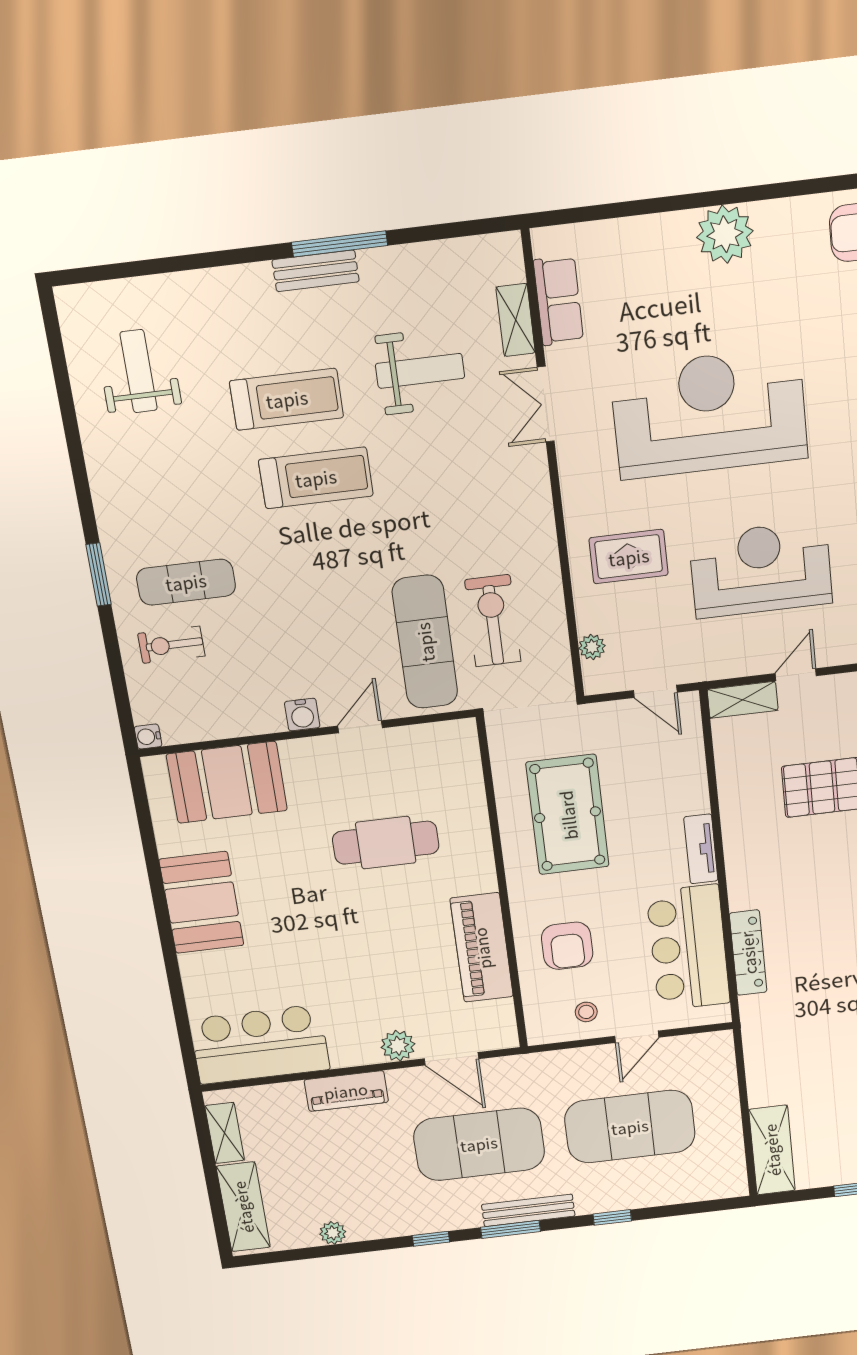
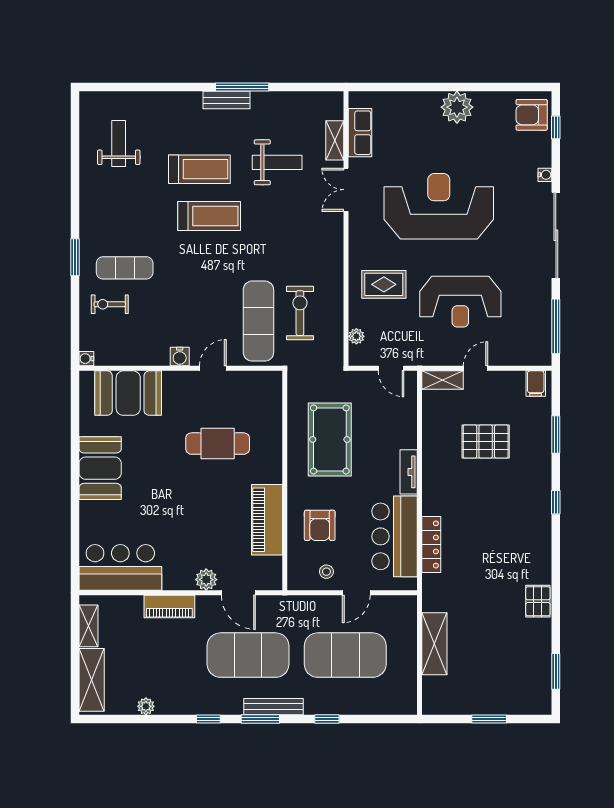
reception desk: (761, 570) -> (460, 302), turned 180
shelving: (772, 1150) -> (434, 644), moved

